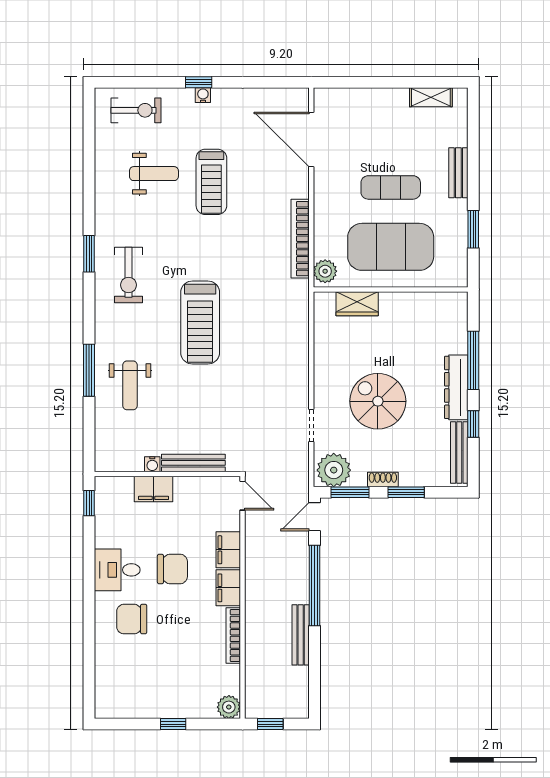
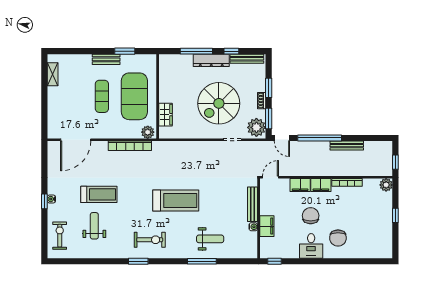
bench: (458, 173) -> (106, 59), moved
spiral stairs: (378, 401) -> (219, 103), width x1.37, depth x1.37

